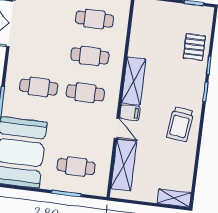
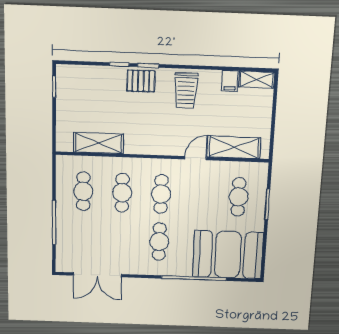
pallet: (194, 47) -> (141, 81), moved
shelving: (134, 81) -> (99, 143), moved
filing cabinet: (130, 112) -> (230, 81), moved, turned 180
trolley: (180, 124) -> (186, 90), turned 83
shelving: (174, 198) -> (257, 80), moved, turned 90

